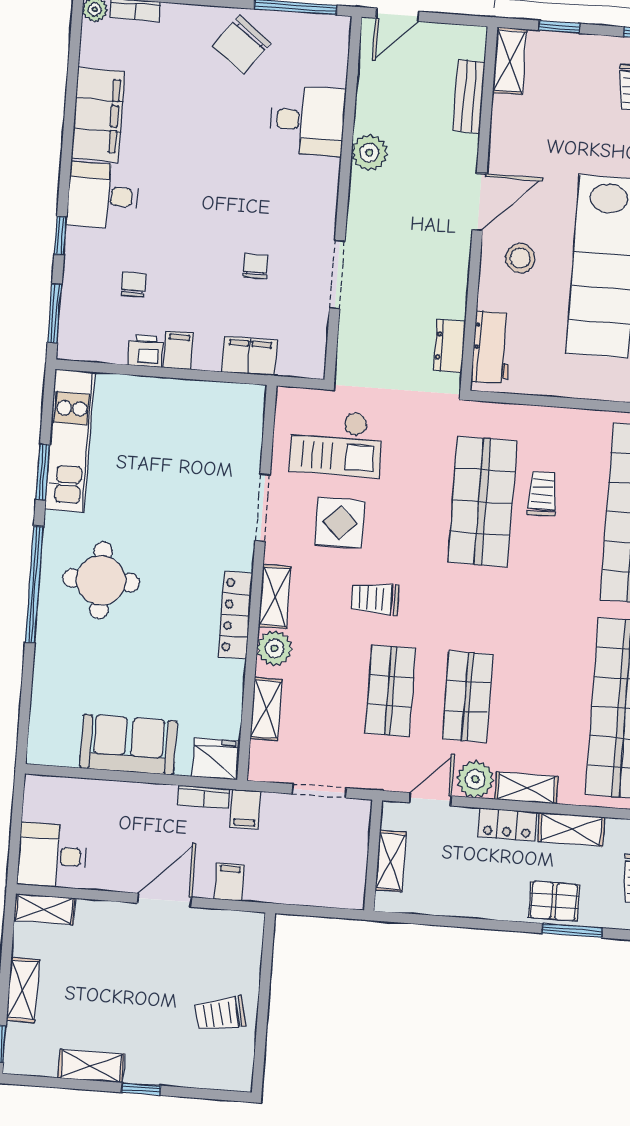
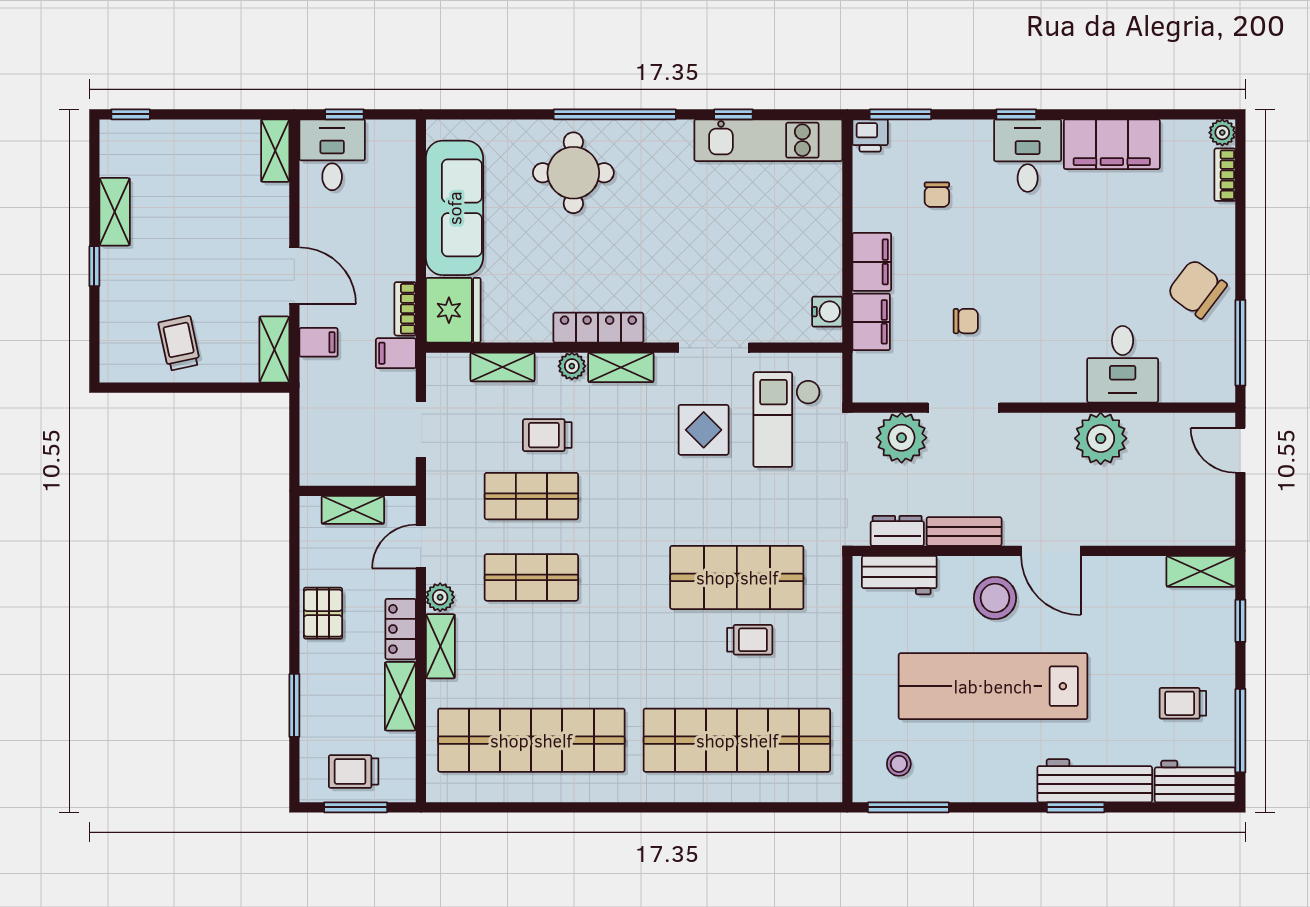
bench: (469, 96) -> (964, 531), moved
plant: (369, 153) -> (1101, 438), width x1.36, depth x1.36
window: (60, 236) -> (1016, 114), moved
stool: (520, 258) -> (995, 598), width x1.38, depth x1.38
chair: (133, 285) -> (937, 195), turned 90
plant: (361, 335) -> (902, 438), added
filing cabinet: (179, 350) -> (872, 262), width x2.00
printer: (145, 351) -> (870, 135), moved, turned 90
water cooler: (237, 397) -> (827, 312), added
window: (43, 472) -> (733, 114), width x0.67
round table: (101, 580) -> (573, 173), moved
trolley: (375, 599) -> (547, 435), moved, turned -90
plant: (274, 648) -> (572, 366), width x0.73, depth x0.73
sofa: (128, 745) -> (454, 208), width x1.36
fridge: (216, 759) -> (453, 310), width x1.36, depth x1.34
plant: (475, 779) -> (440, 597), width x0.73, depth x0.73
door: (430, 799) -> (421, 546), swing flipped
window: (15, 841) -> (344, 114), added
pallet: (554, 901) -> (323, 613), moved
shelving: (23, 990) -> (274, 349), moved, turned 90

